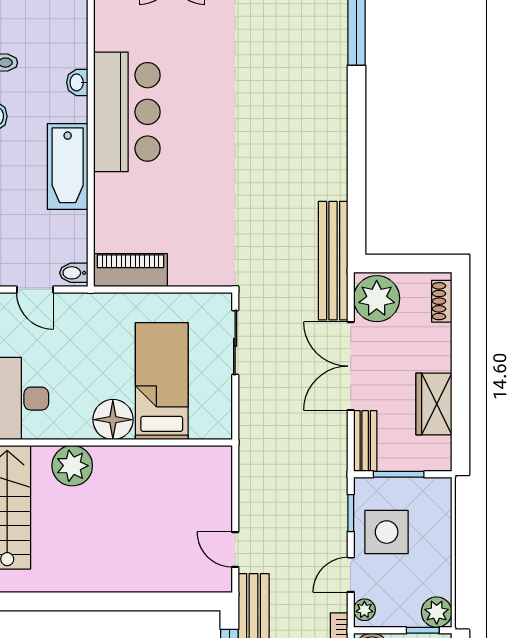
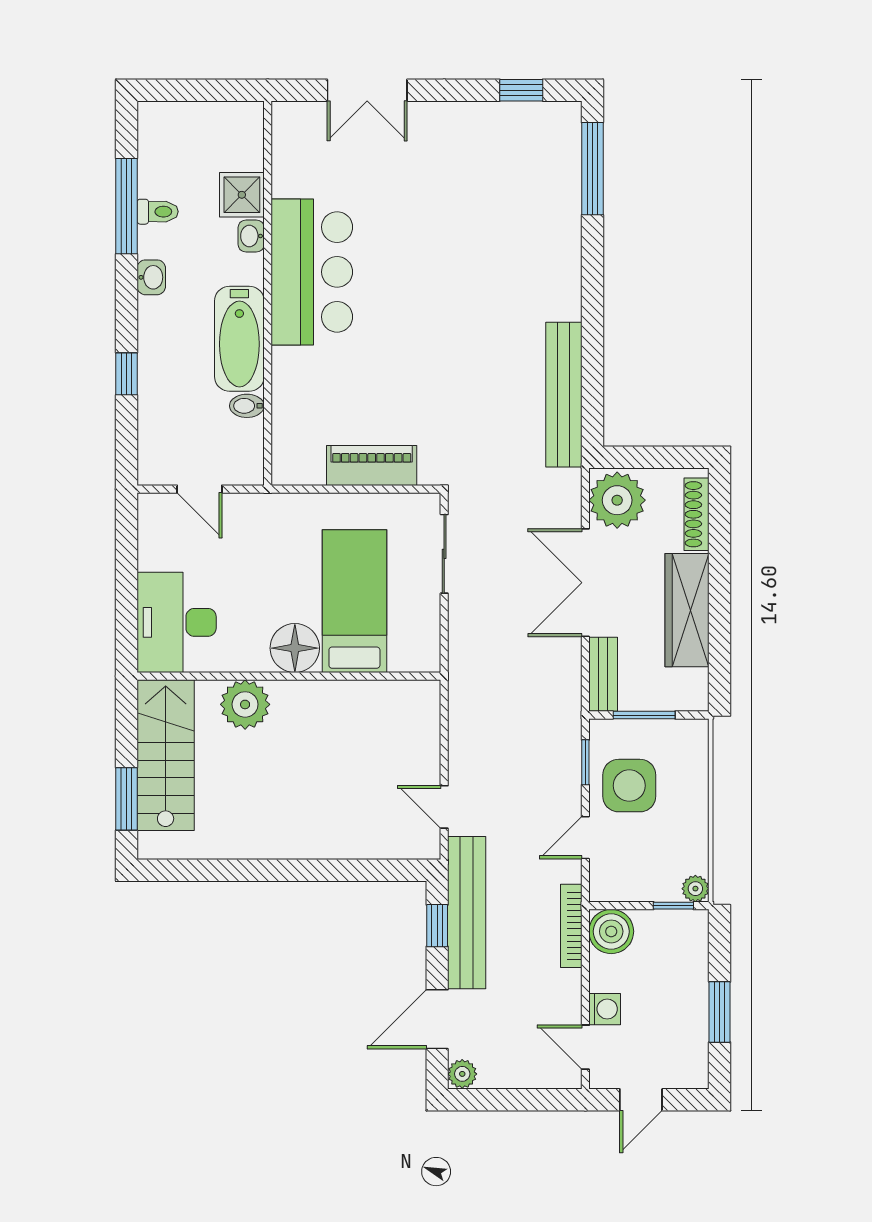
shower: (70, 49) -> (242, 195), added
bench: (333, 261) -> (564, 395), moved
piano: (130, 270) -> (372, 465), moved
bidet: (74, 273) -> (247, 406), moved
shoe rack: (442, 301) -> (697, 514), width x1.43
wardrobe: (434, 404) -> (687, 610), width x1.50
plant: (364, 610) -> (602, 881), removed
plant: (437, 612) -> (695, 889), width x0.73, depth x0.73

